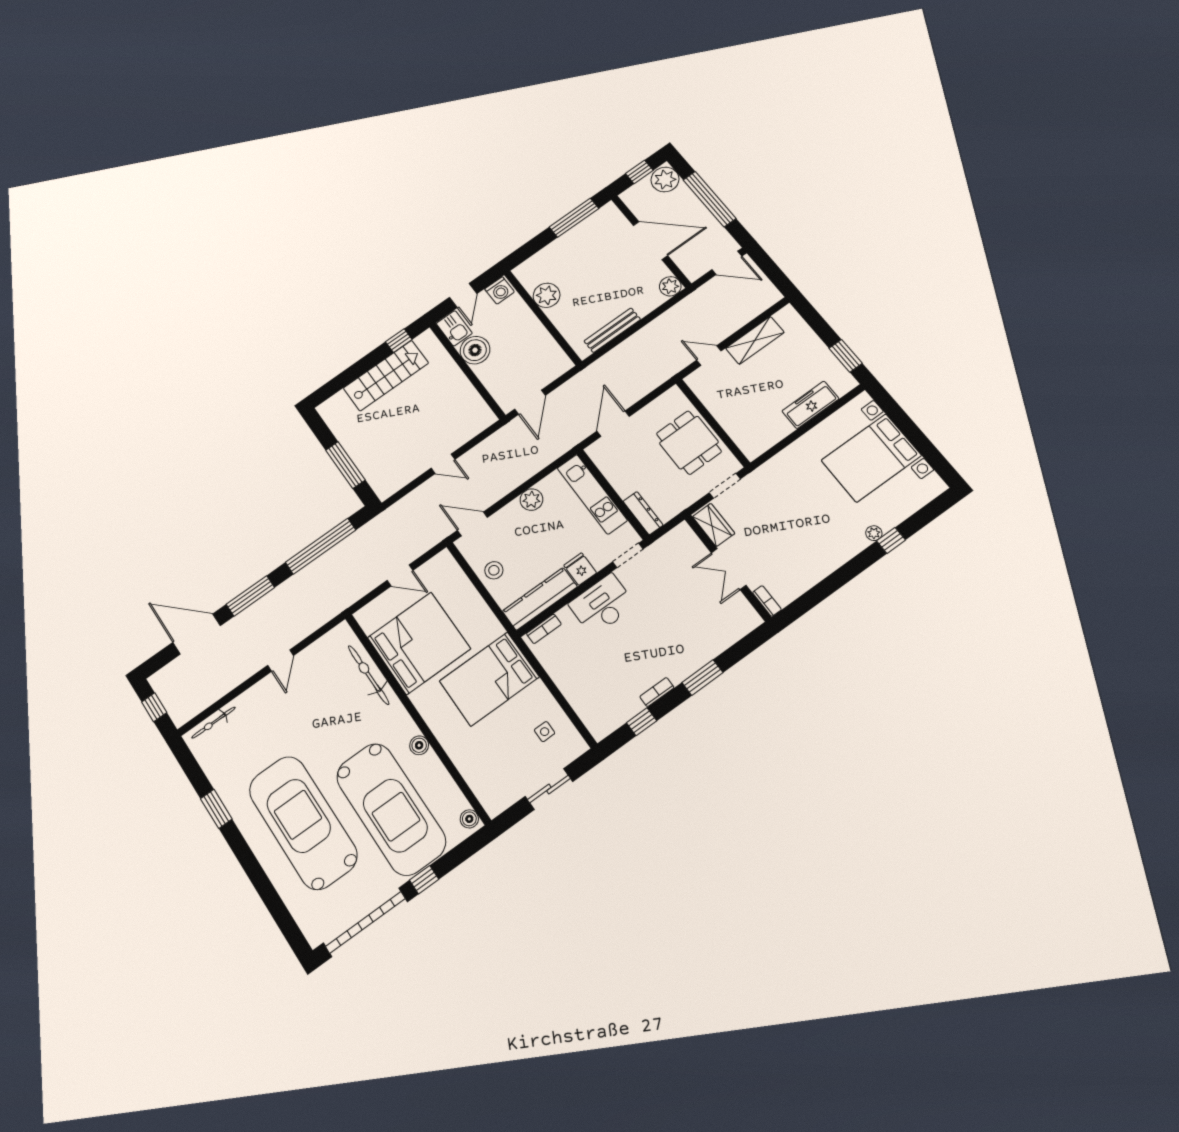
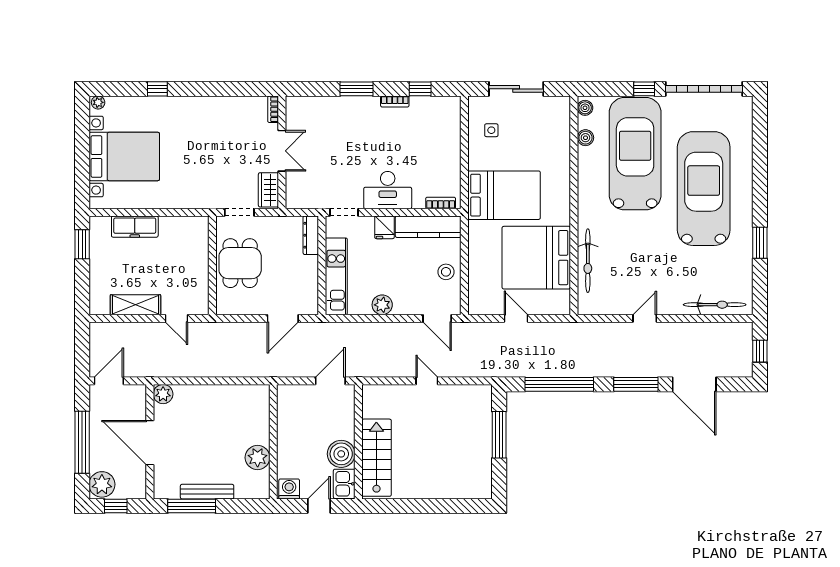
door: (727, 263) -> (109, 381), hinge flipped
bench: (612, 330) -> (207, 492), moved
window: (399, 341) -> (392, 506), removed
stairs: (386, 376) -> (376, 458), moved, turned 90
plant: (874, 533) -> (98, 102), moved
bicycle: (213, 723) -> (715, 305), width x1.37, depth x1.40
boiler: (419, 745) -> (585, 138), moved
sliding door: (549, 789) -> (516, 89), width x1.37
car: (303, 822) -> (704, 189), turned 180

